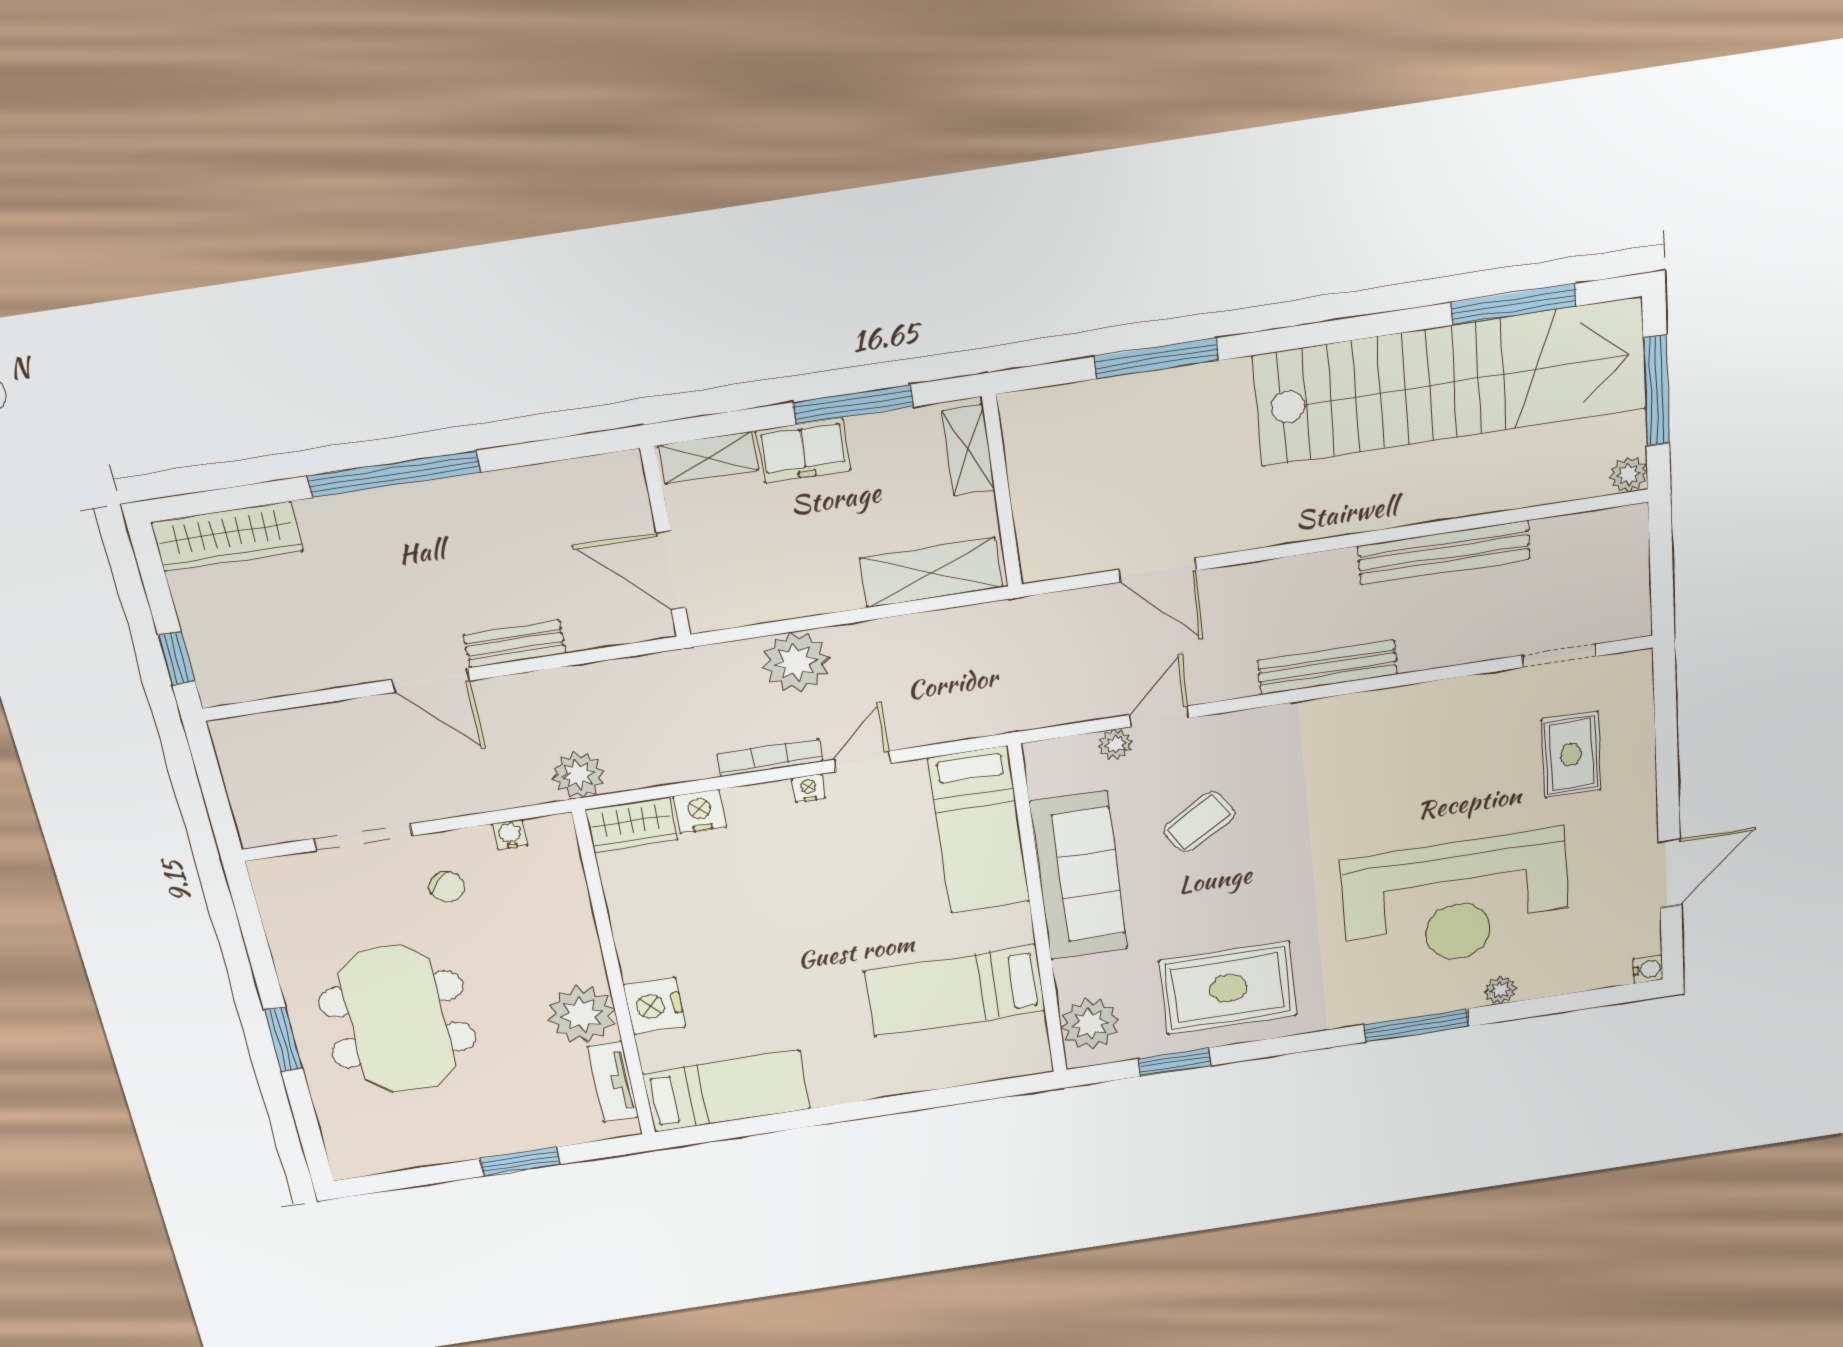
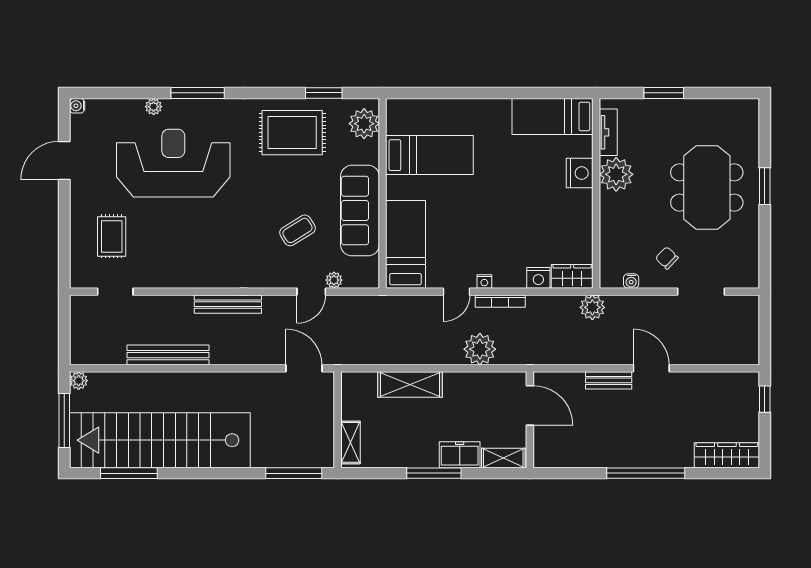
shelving: (968, 451) -> (350, 442), moved
wall: (1002, 492) -> (338, 420), moved

